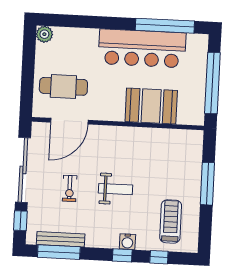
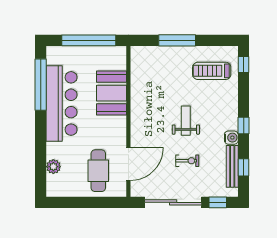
plant: (44, 34) -> (53, 167), moved
door: (69, 121) -> (128, 164), hinge flipped
water cooler: (127, 242) -> (231, 138), moved
window: (59, 252) -> (244, 167), width x0.46
window: (122, 255) -> (244, 126), moved
window: (159, 257) -> (244, 65), moved

